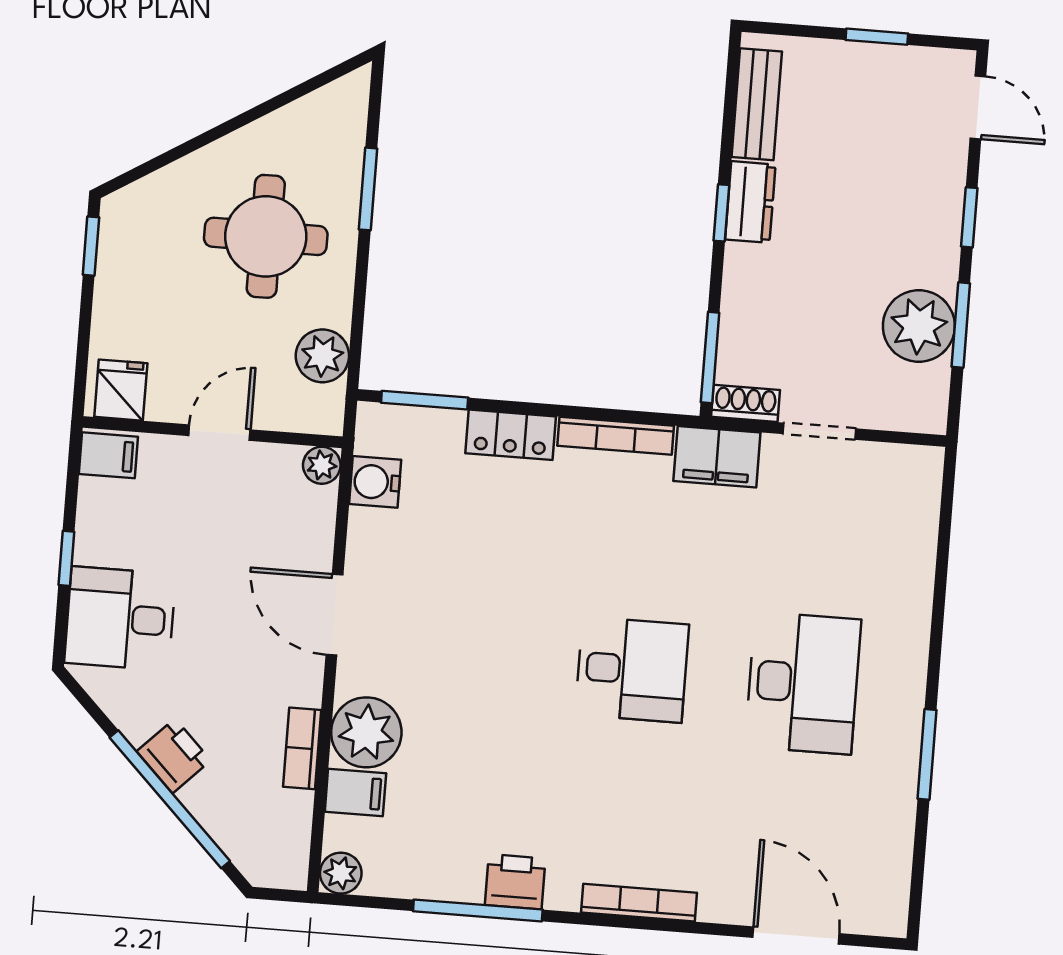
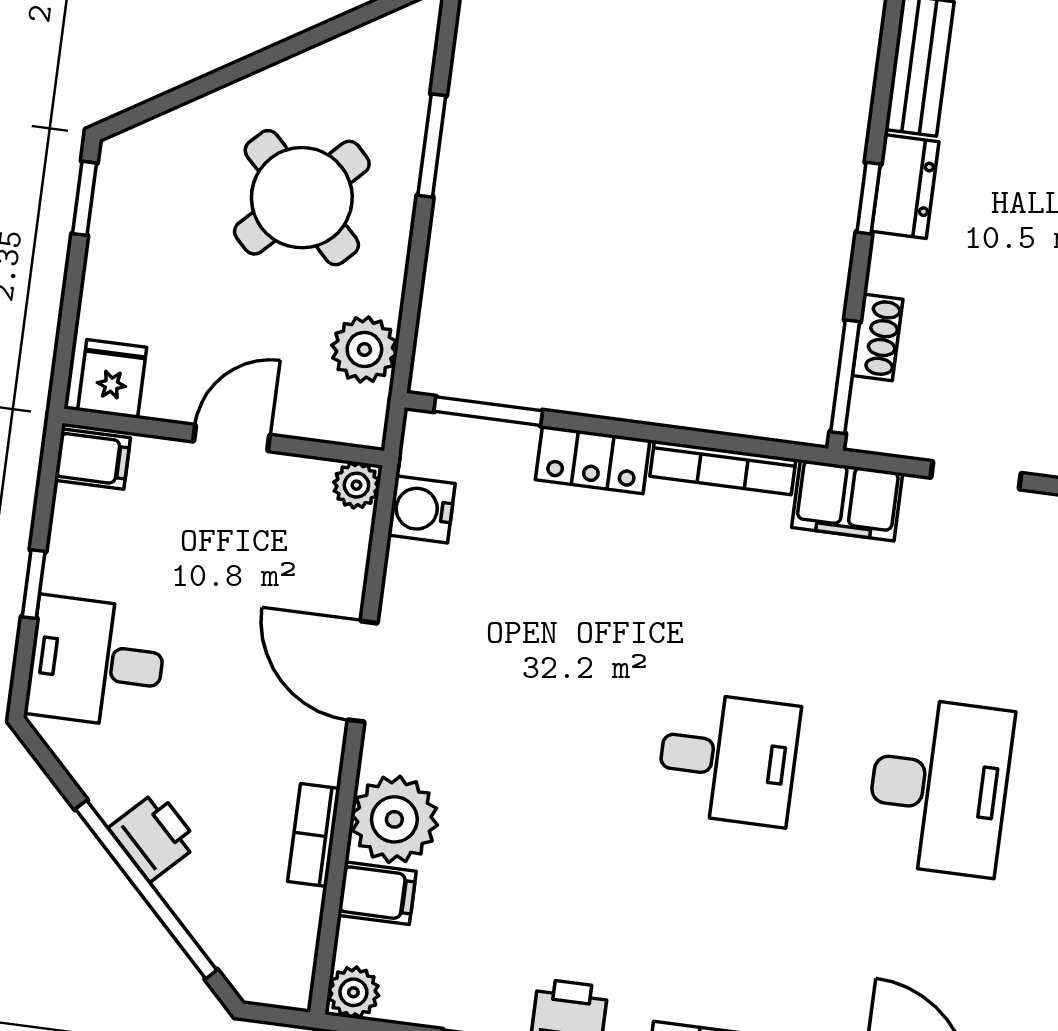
round table: (266, 236) -> (302, 198), turned 45
shoe rack: (746, 403) -> (878, 337), moved, turned 90

